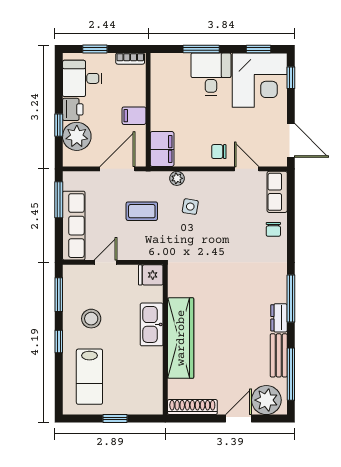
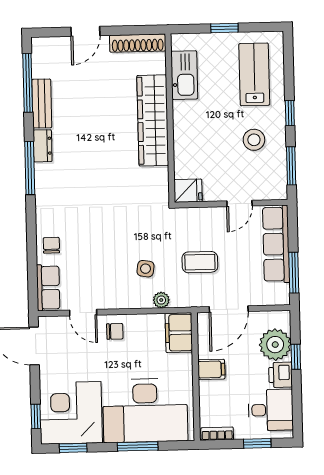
desk: (211, 74) -> (145, 410), width x1.87, depth x1.30
kitchen sink: (152, 324) -> (184, 75), moved
plant: (266, 400) -> (55, 53), removed

